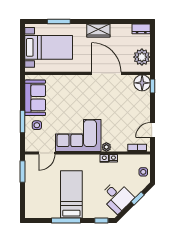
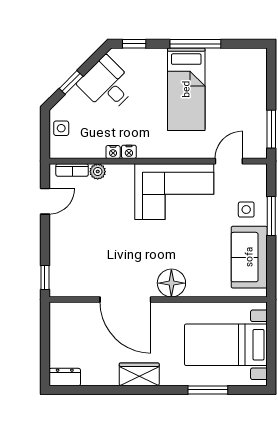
plant: (142, 57) -> (64, 328), removed
floor lamp: (142, 83) -> (171, 283), moved
plant: (106, 147) -> (98, 172), moved

